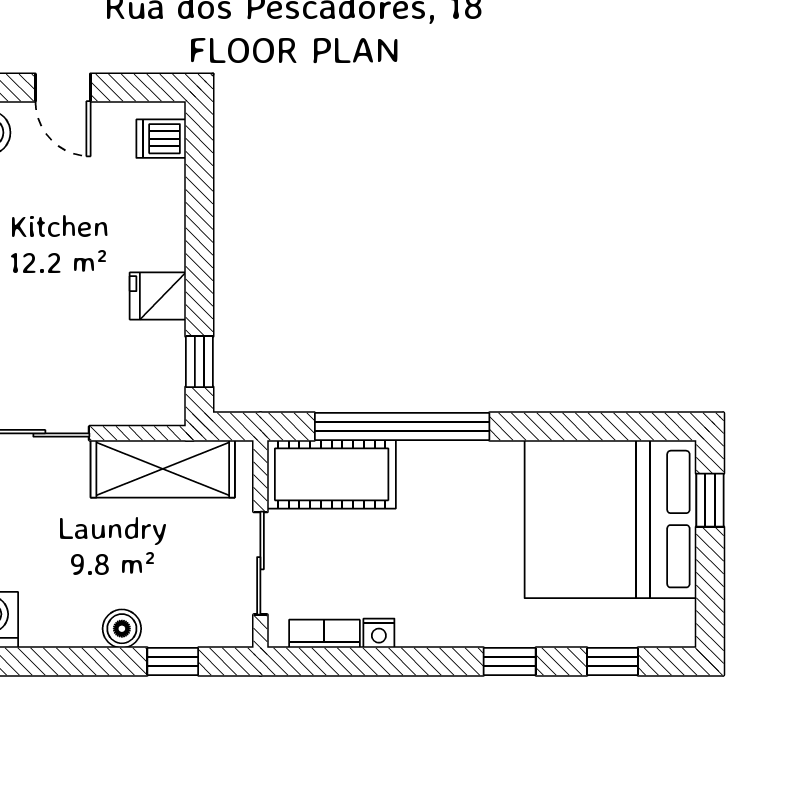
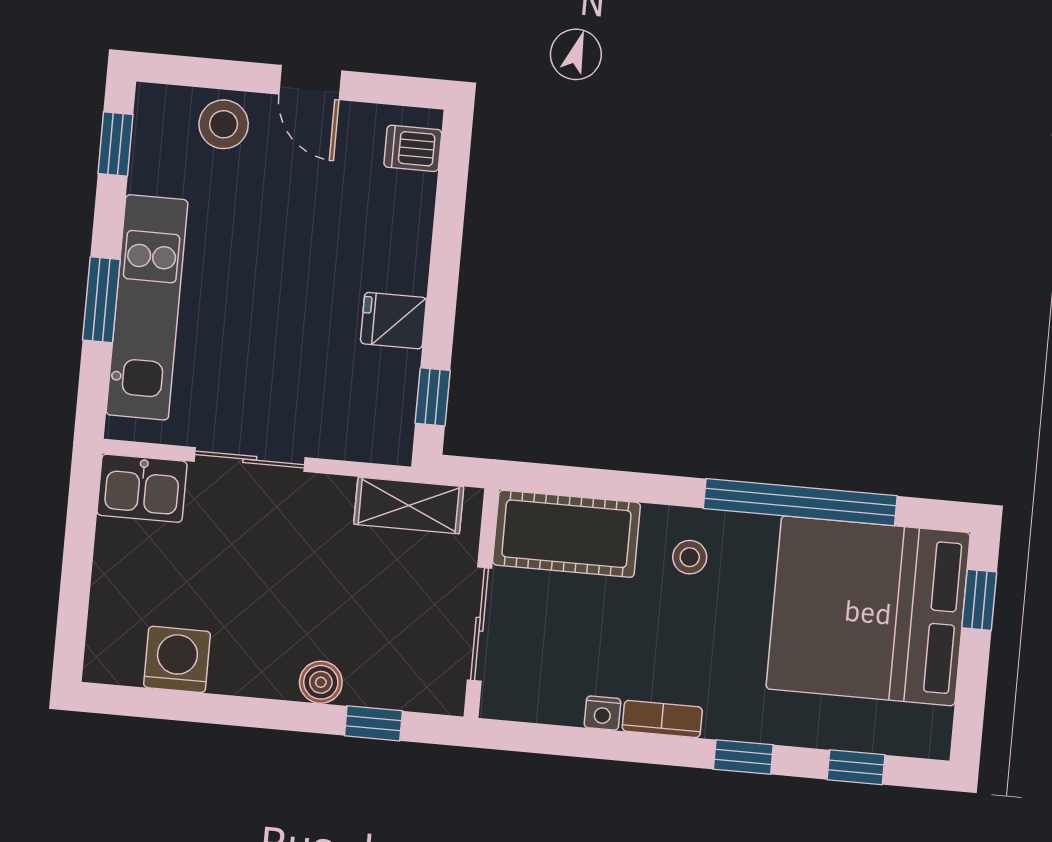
window: (402, 426) -> (800, 502), moved
shelving: (163, 469) -> (409, 505), width x0.67, depth x0.75
stool: (445, 485) -> (690, 557), added
bookcase: (324, 634) -> (662, 719), moved

